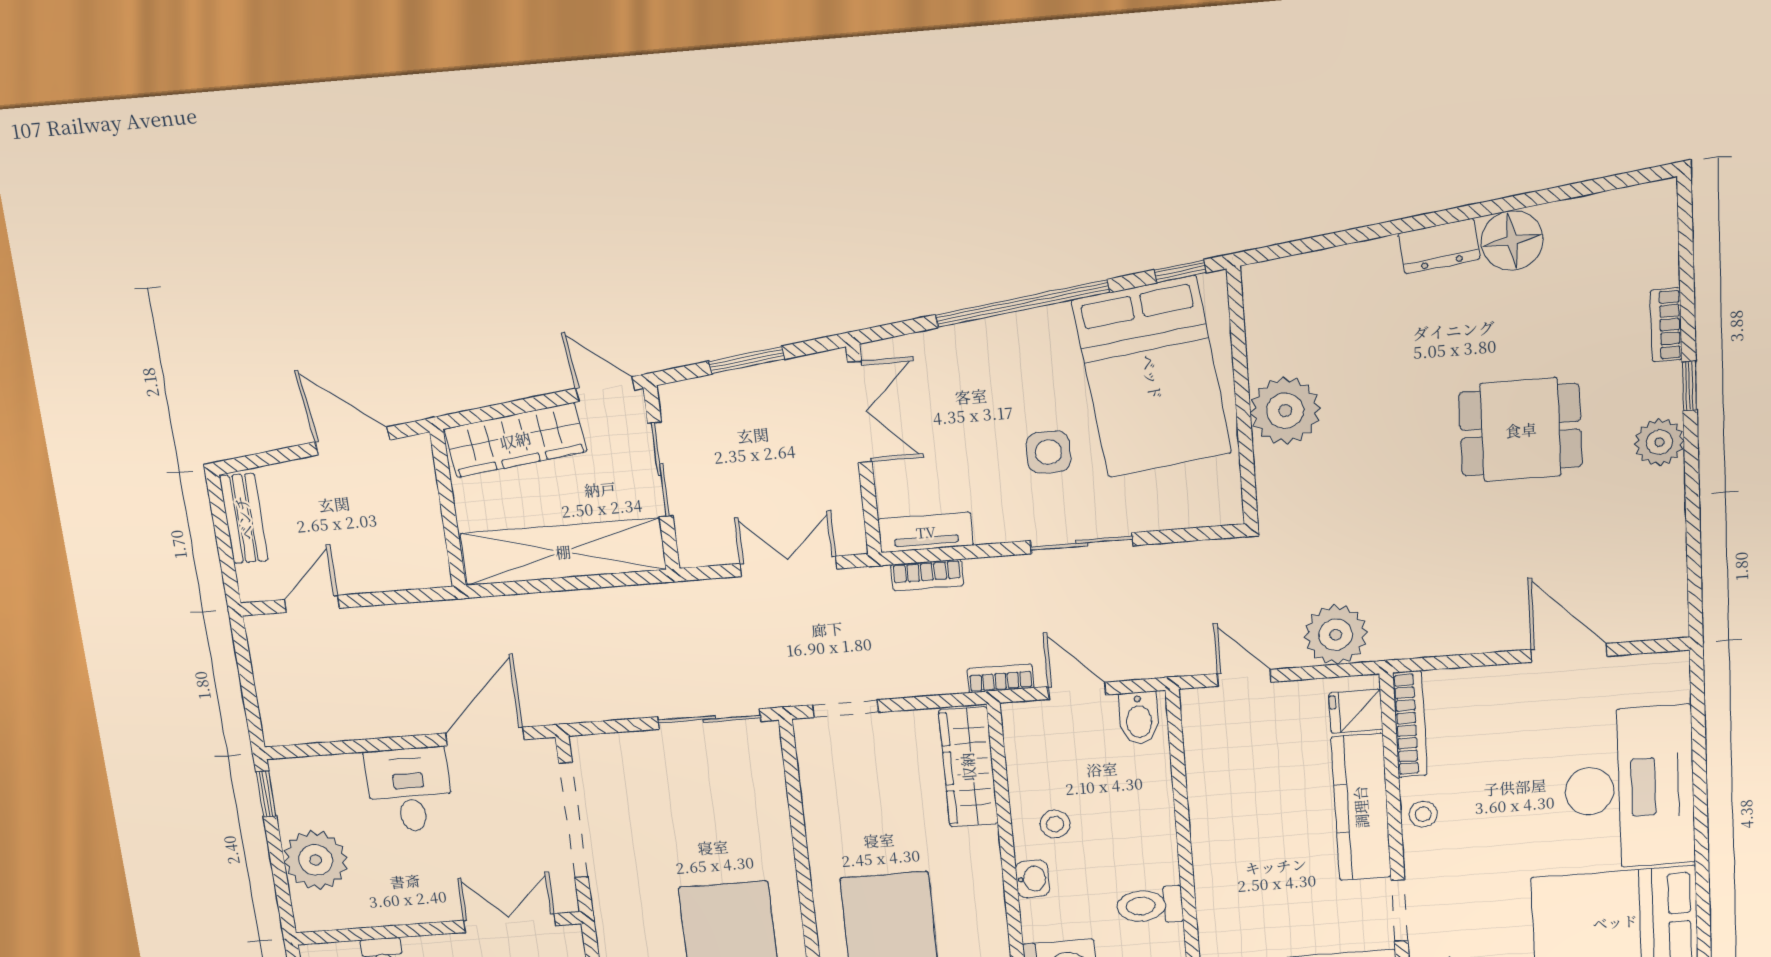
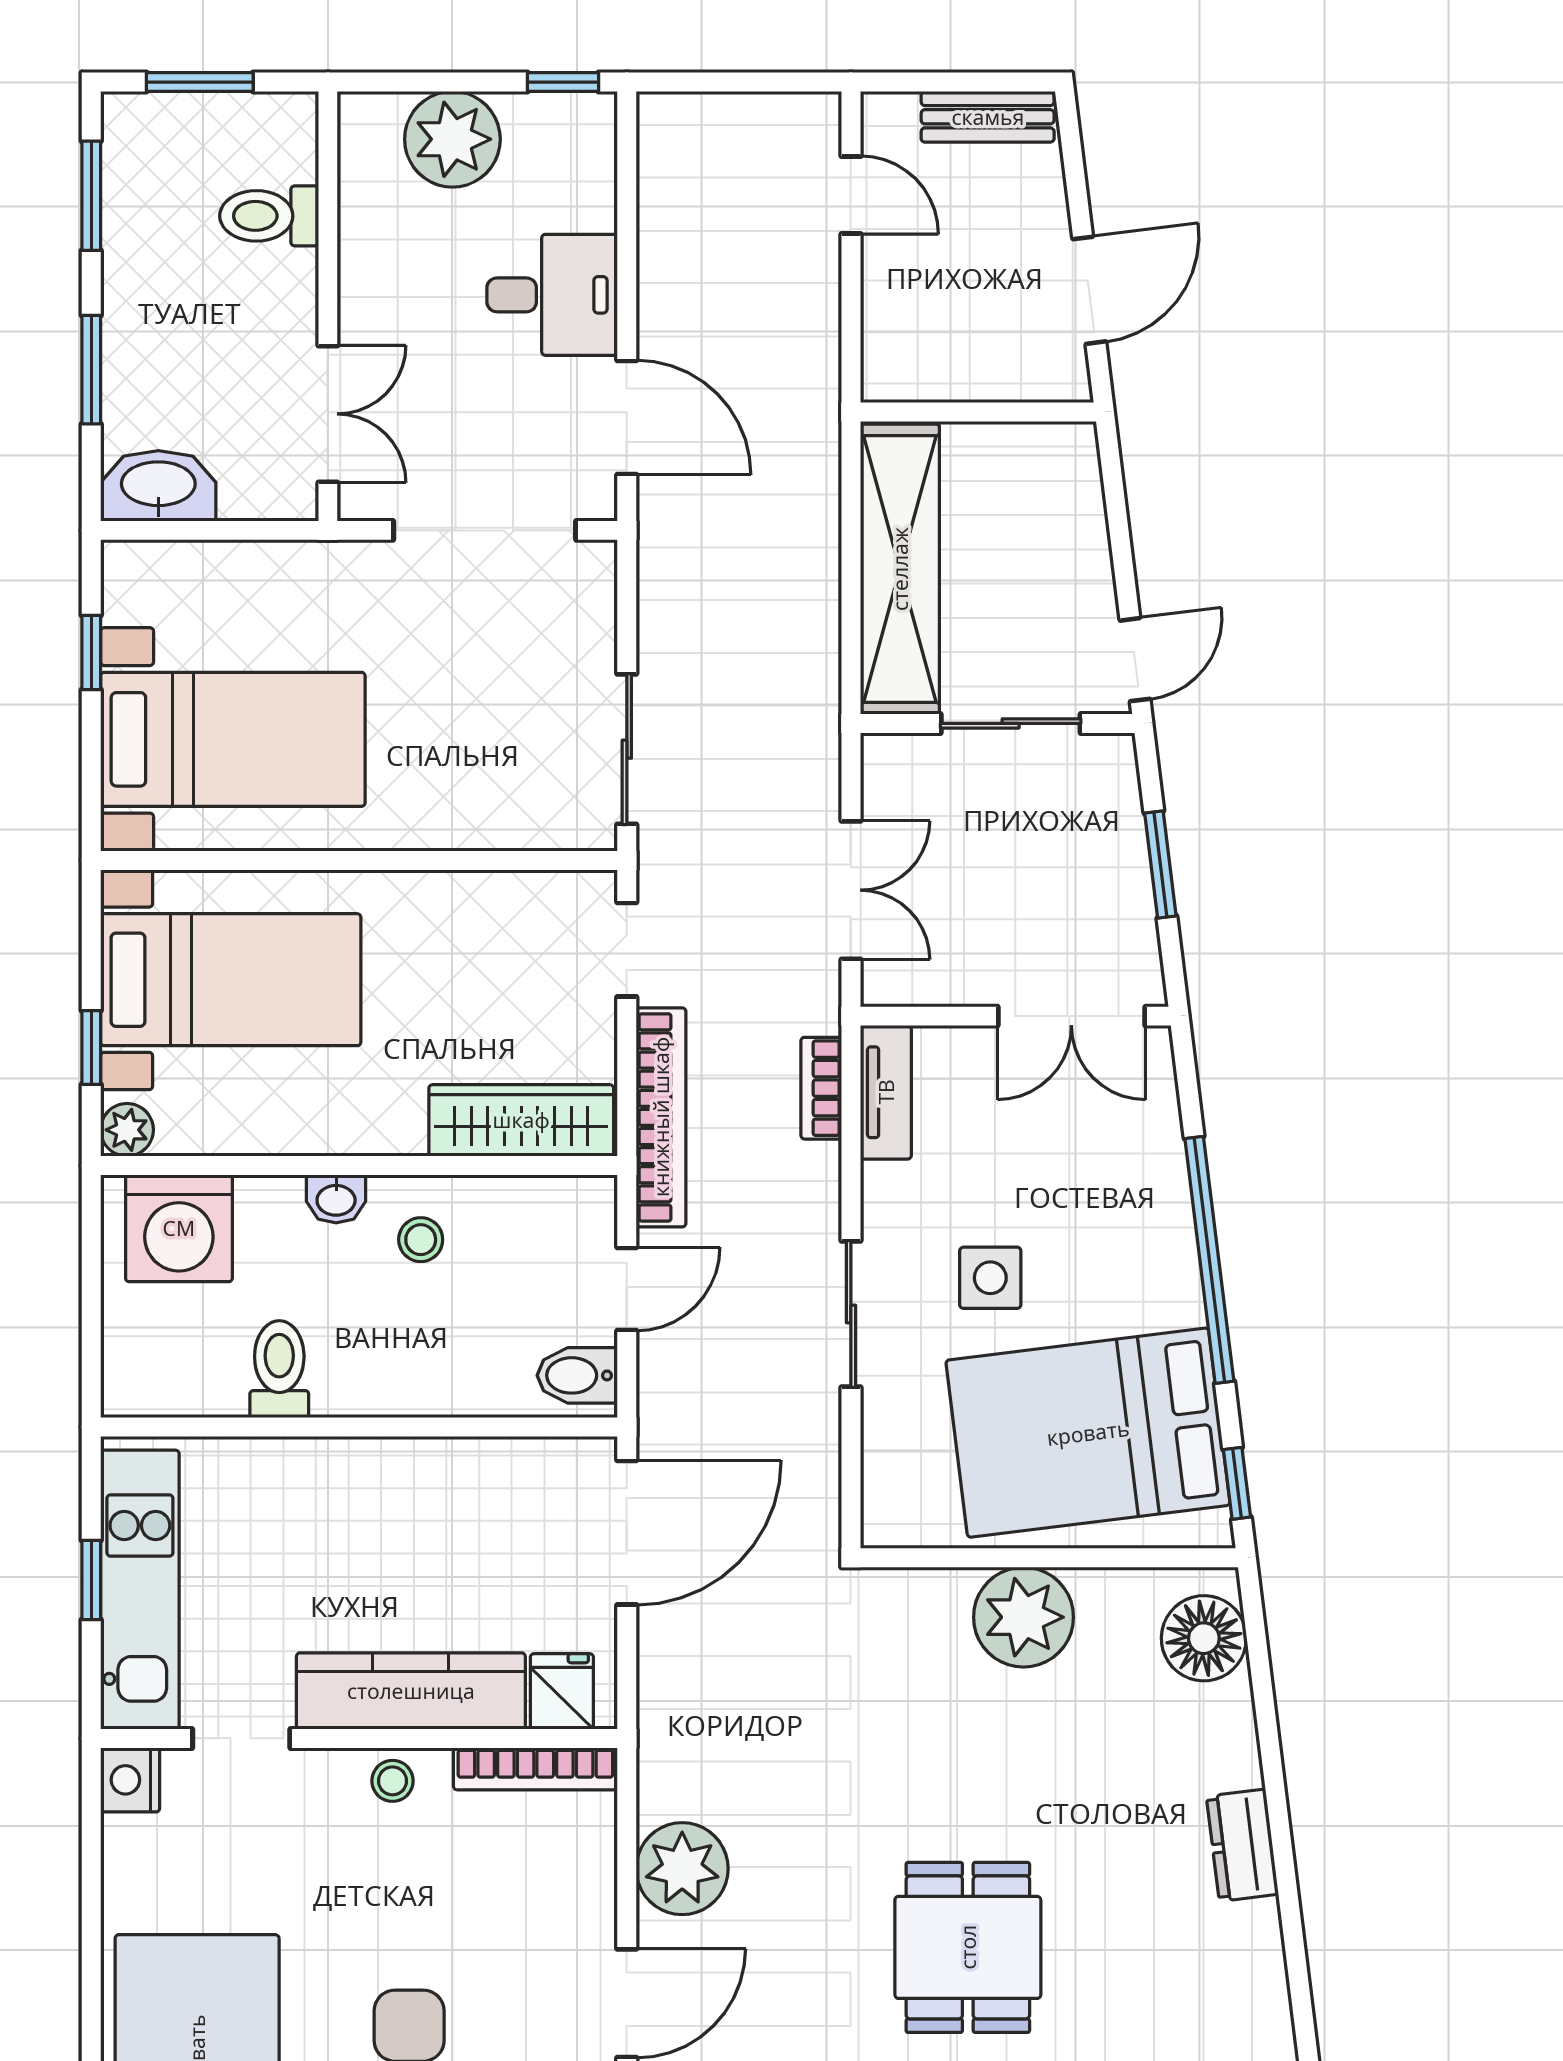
floor lamp: (1512, 240) -> (1204, 1638), moved
wardrobe: (515, 440) -> (1071, 523), removed
plant: (1336, 635) -> (682, 1869), moved
bookcase: (1000, 678) -> (661, 1117), width x2.31, depth x1.31
door: (1244, 678) -> (627, 1533), width x1.88

